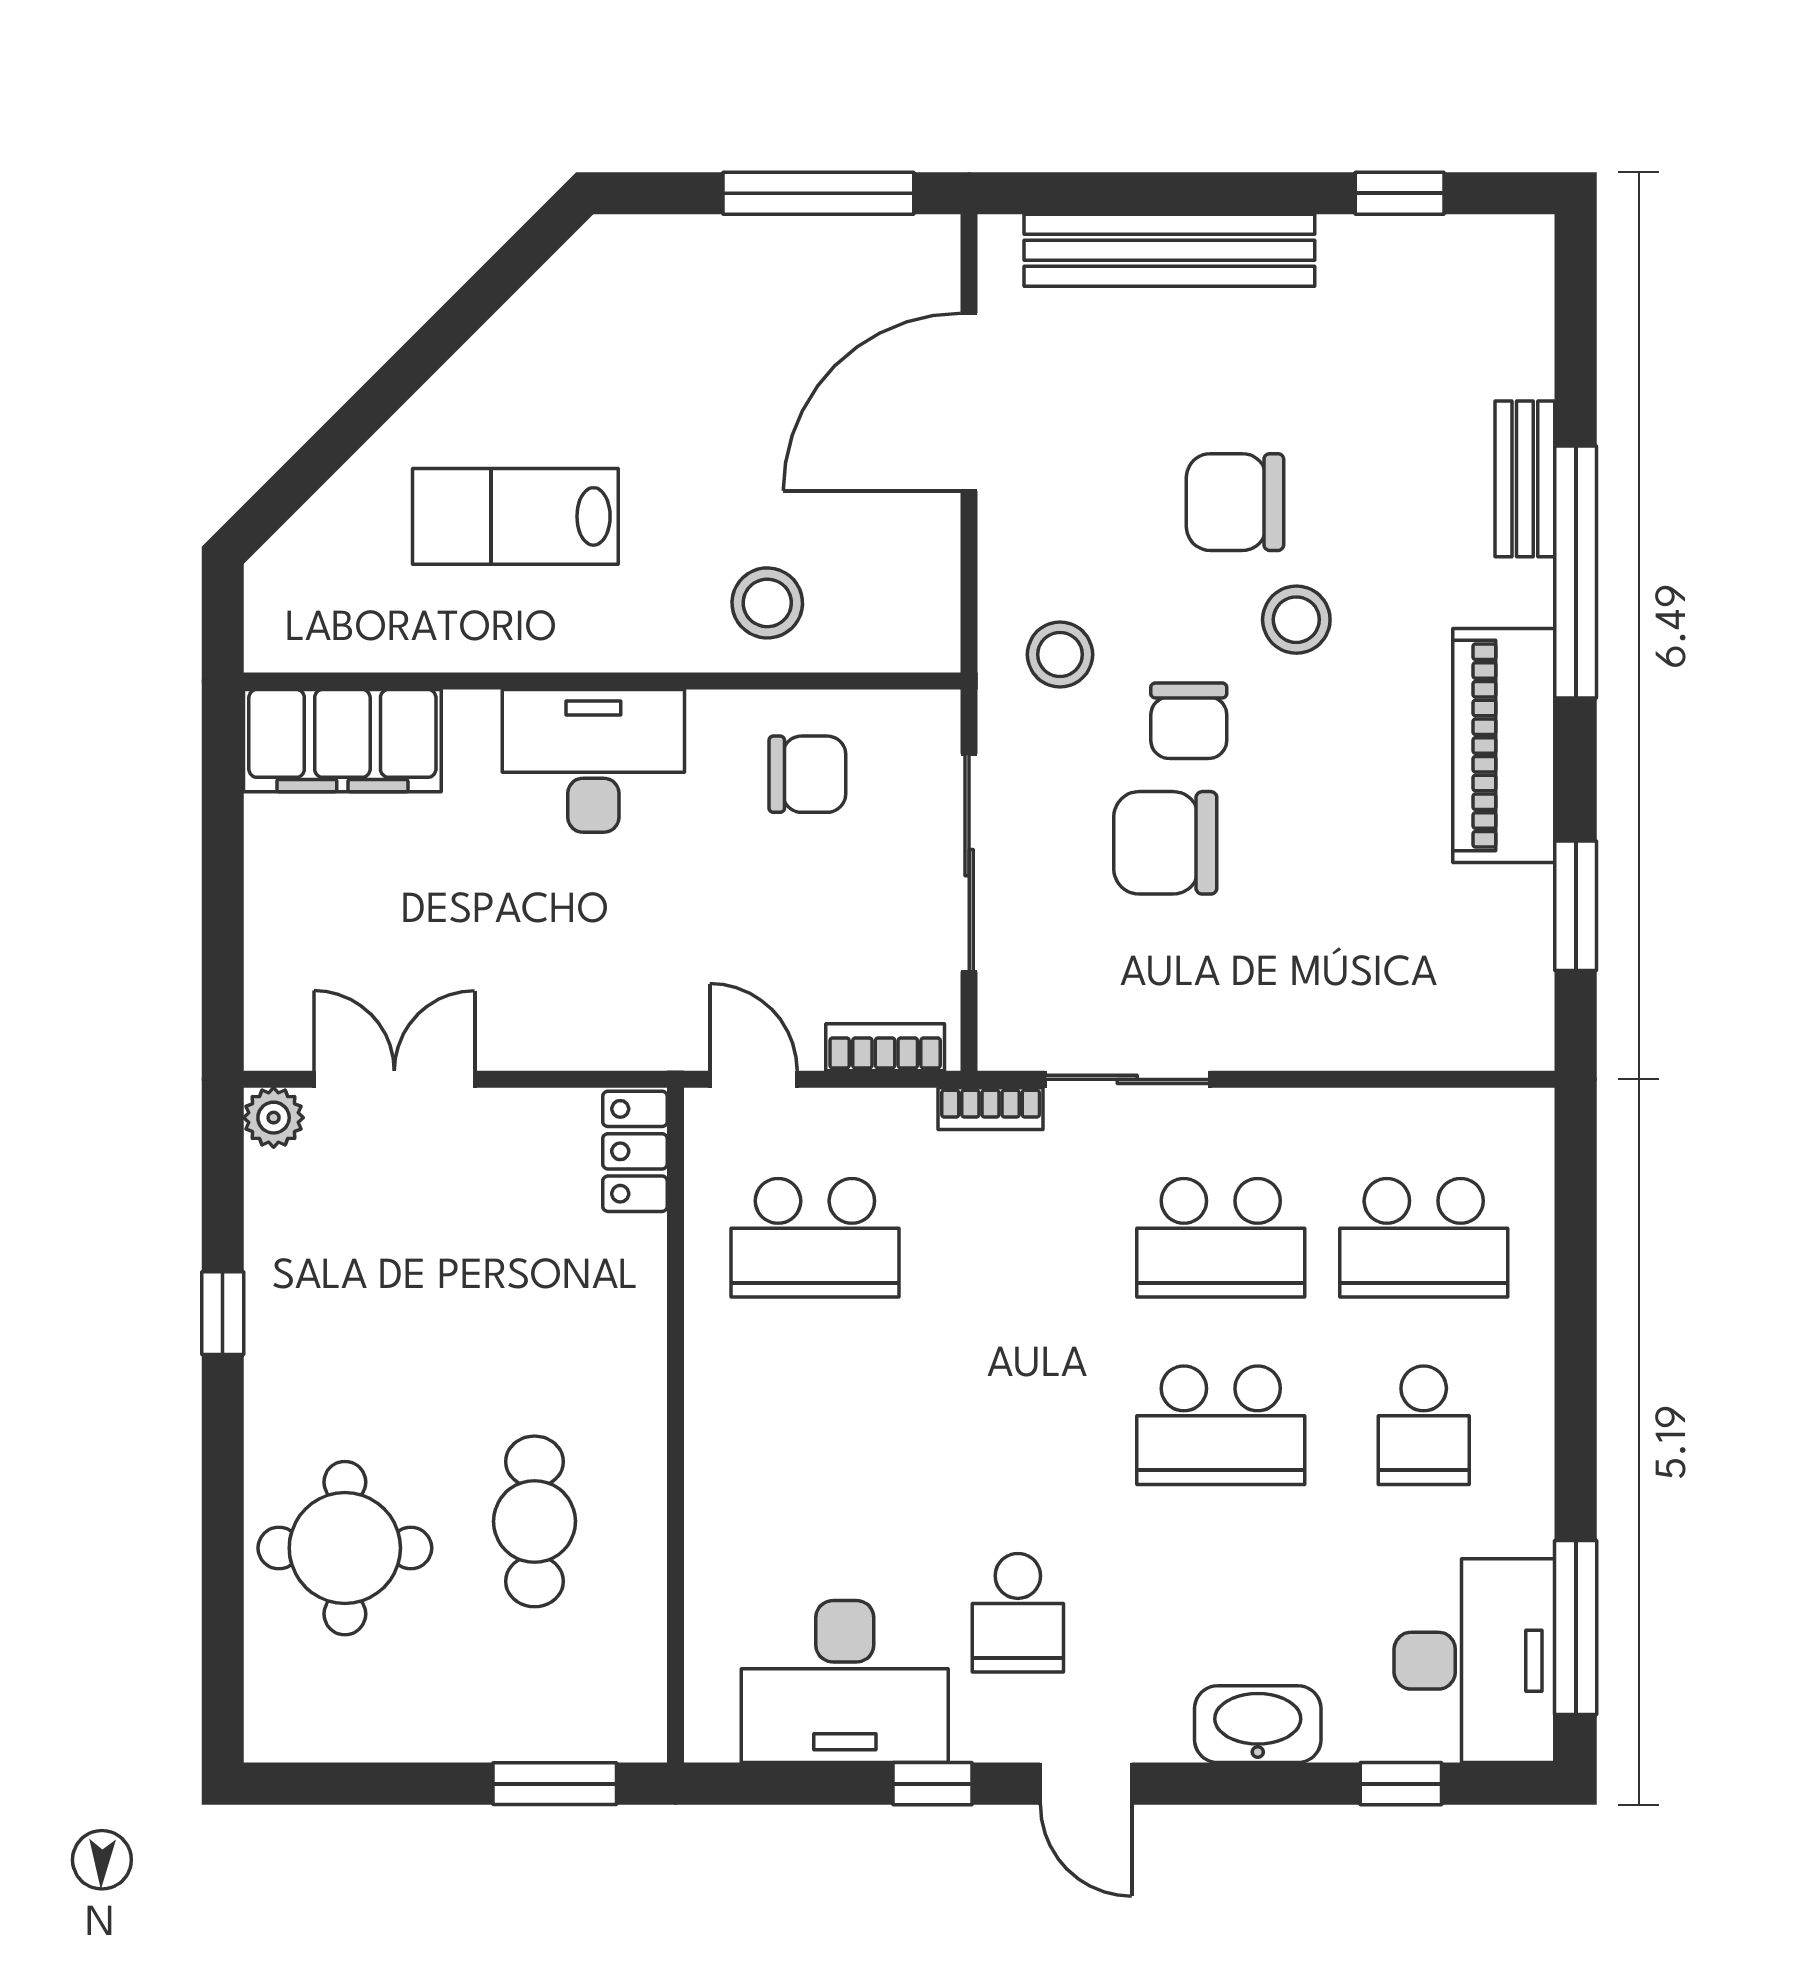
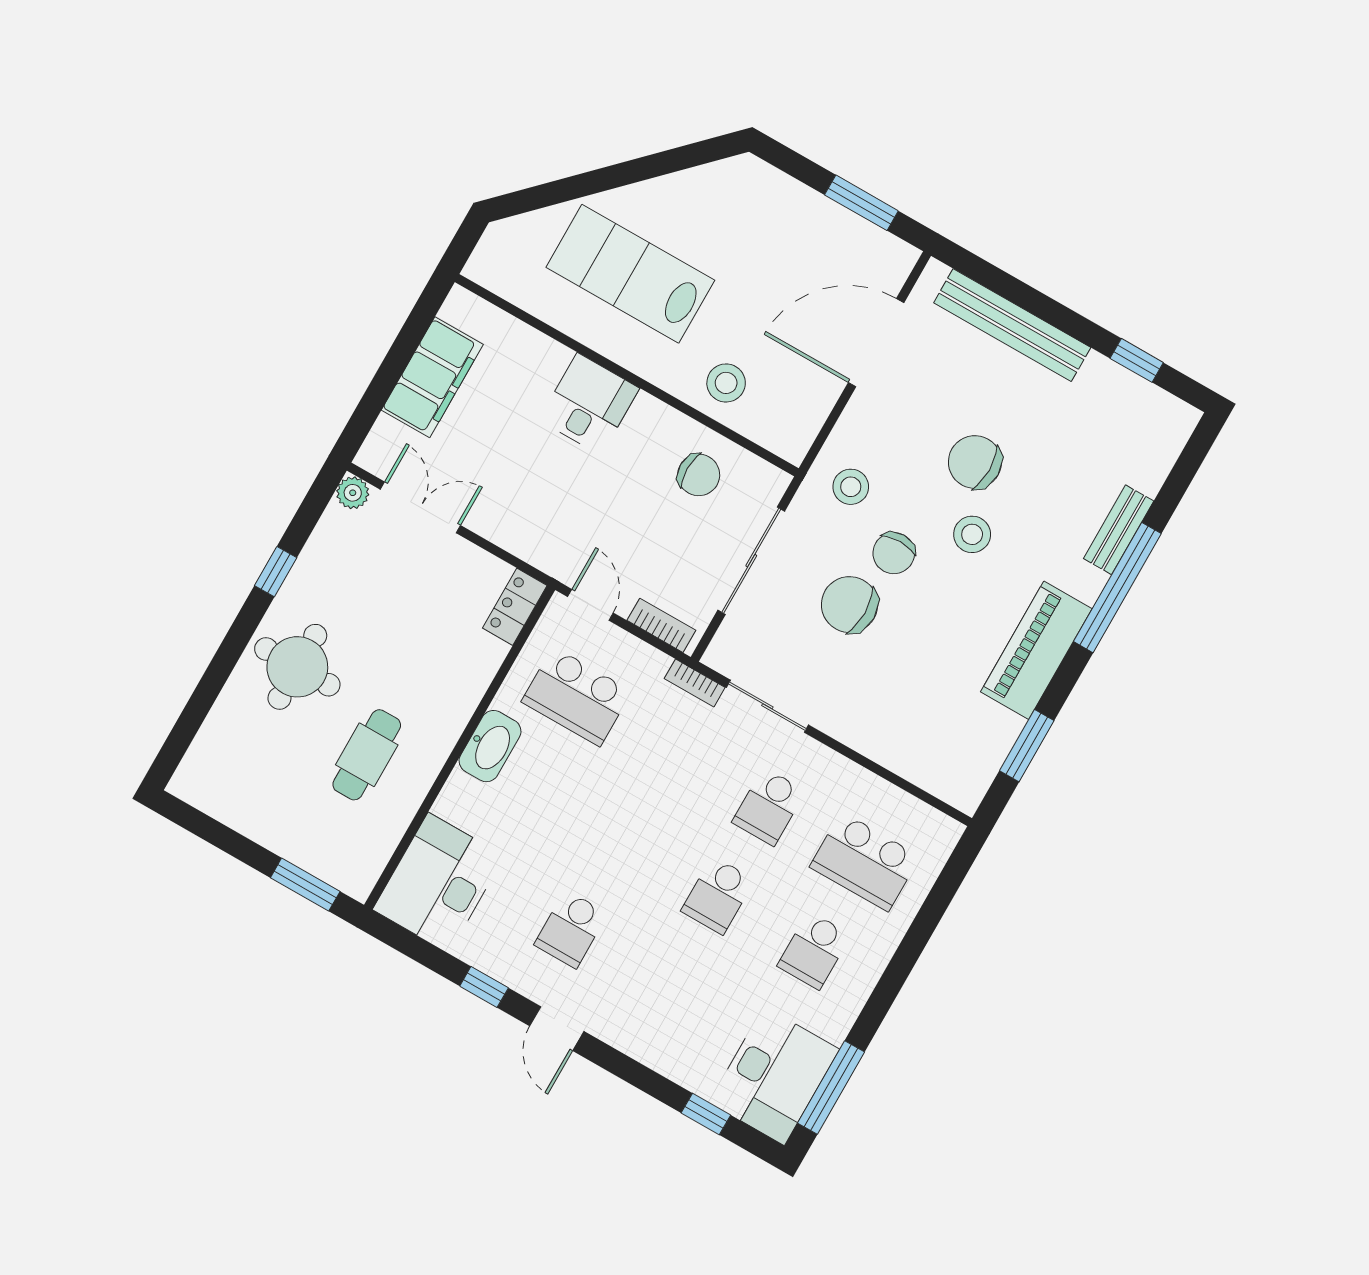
window: (818, 193) -> (861, 203), width x0.69
lab bench: (515, 516) -> (630, 274), width x1.36, depth x1.39
filing cabinet: (342, 741) -> (432, 377), moved, turned -90
desk: (593, 761) -> (589, 404), width x0.73
school desk: (1221, 1238) -> (769, 807), width x0.54
school desk: (1221, 1425) -> (718, 895), width x0.54
round table: (345, 1548) -> (297, 667), moved
desk: (845, 1682) -> (439, 883), moved, turned 90
washbasin: (1258, 1724) -> (490, 746), moved, turned 90

